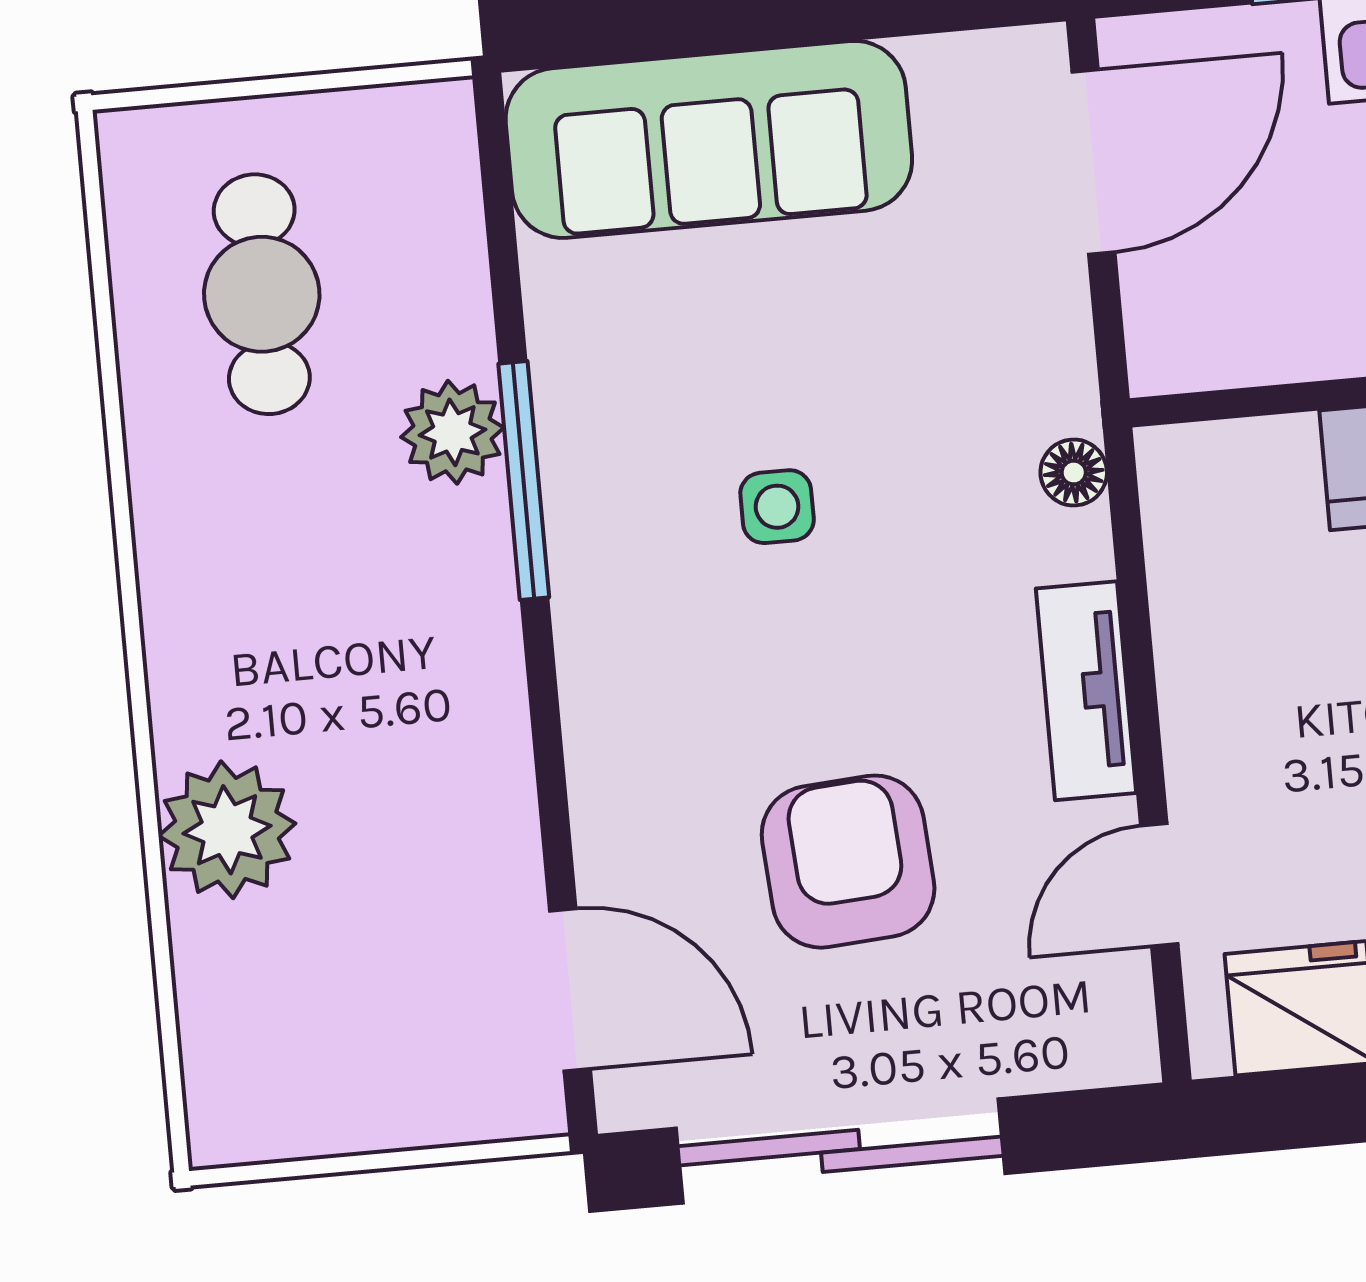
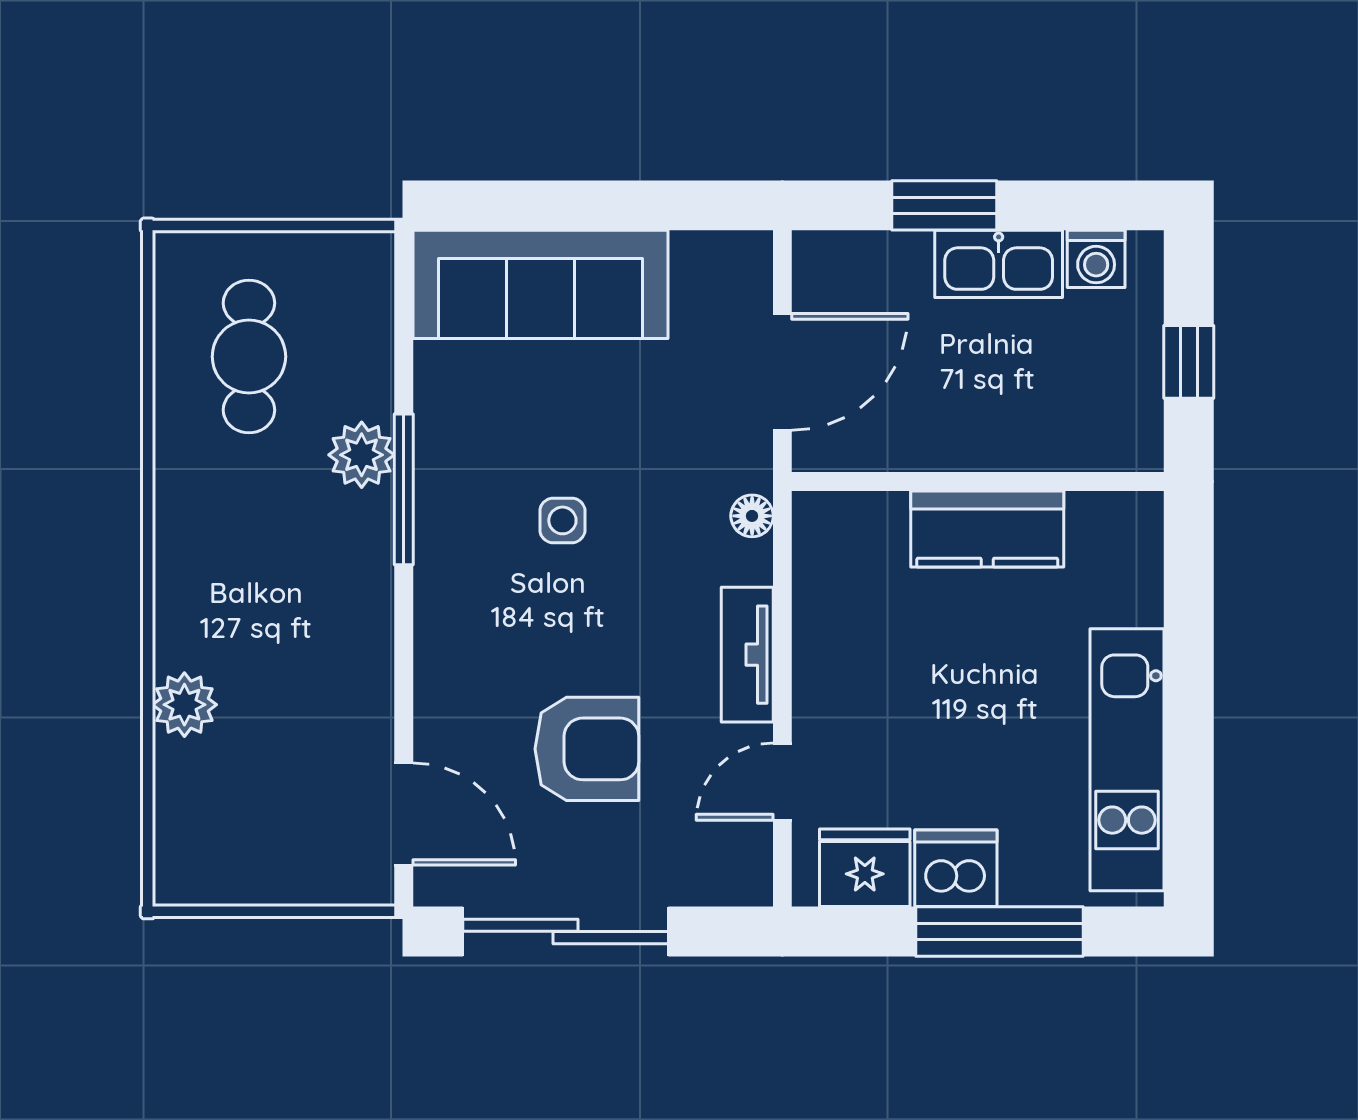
door: (1093, 162) -> (782, 372), moved
plant: (227, 830) -> (184, 705), width x0.73, depth x0.73
armchair: (848, 862) -> (587, 749), turned 94

